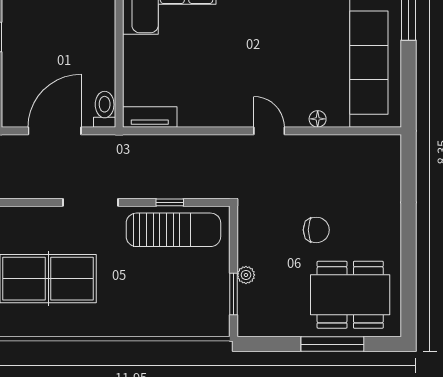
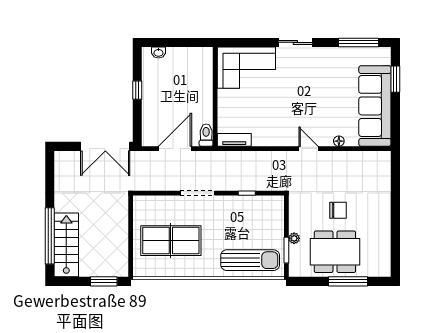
sun lounger: (173, 230) -> (250, 260), moved
dining table: (350, 295) -> (335, 252), moved

